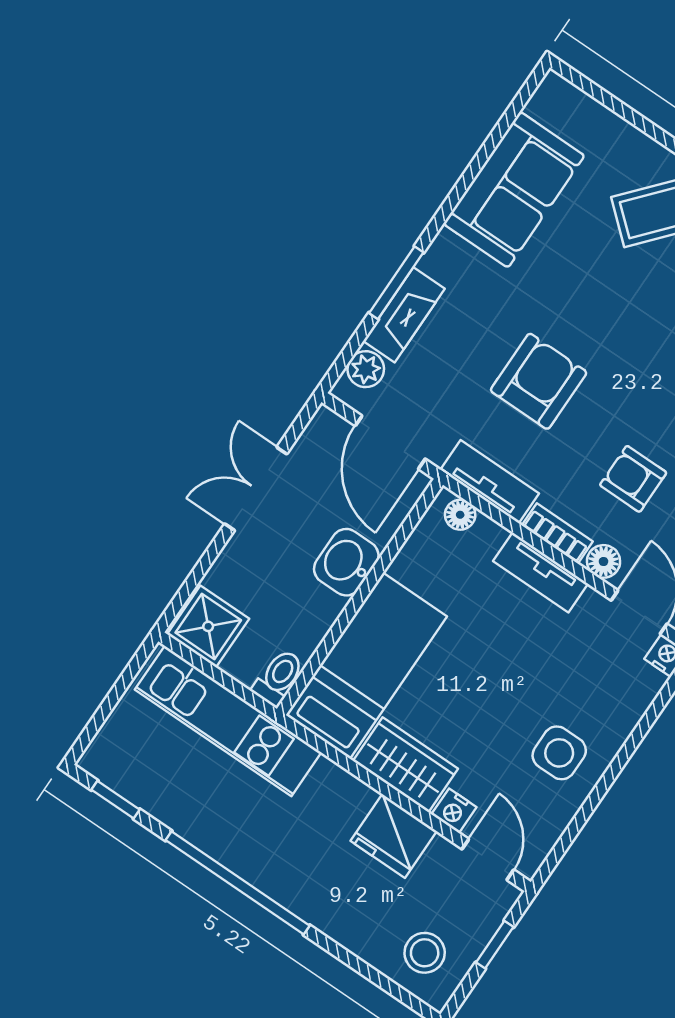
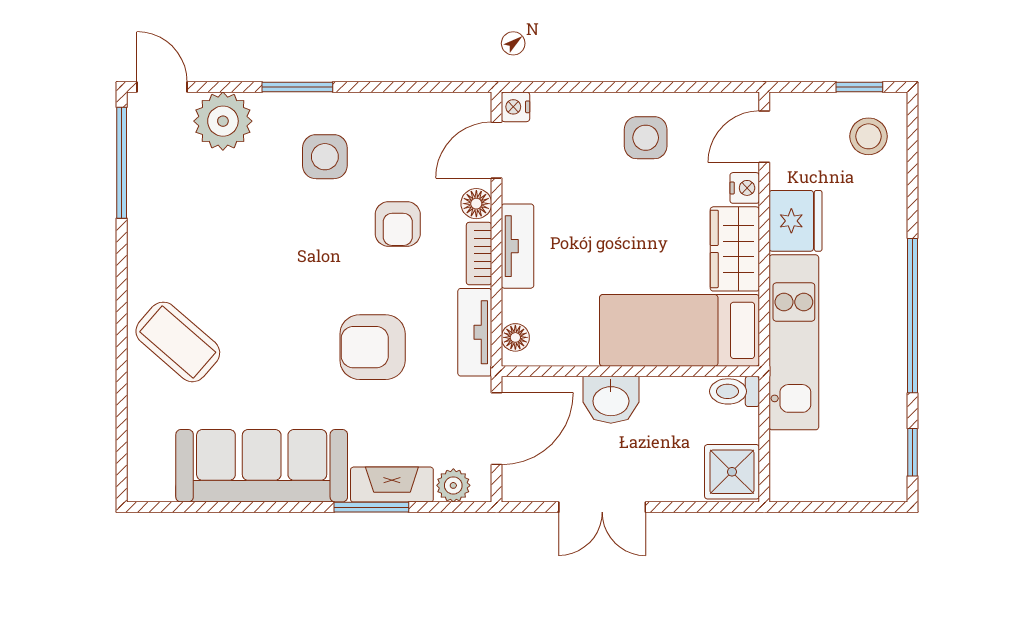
sofa: (514, 190) -> (262, 466), width x1.36
kitchen unit: (228, 721) -> (794, 342), moved
window: (495, 945) -> (859, 87), moved

